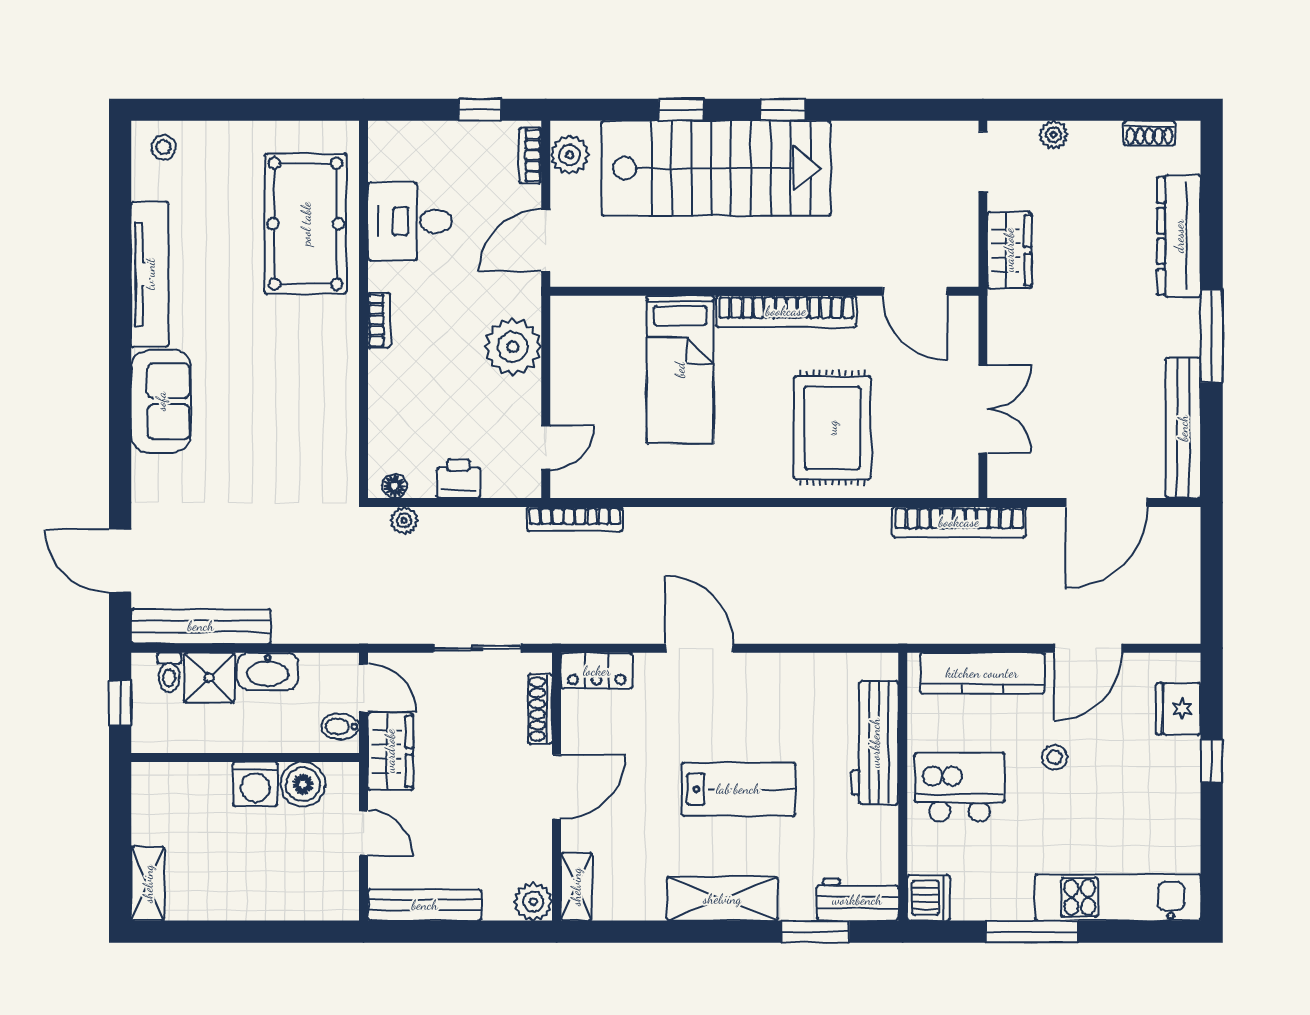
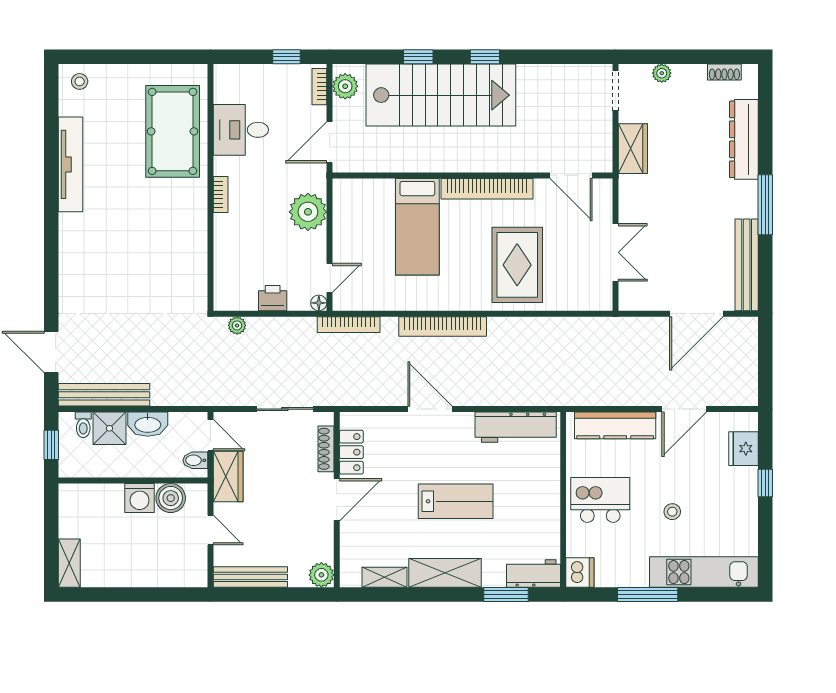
sofa: (161, 401) -> (78, 248), removed
floor lamp: (395, 486) -> (319, 303), moved
bookcase: (959, 522) -> (443, 327), moved
locker: (597, 671) -> (351, 452), moved, turned -90
workbench: (875, 743) -> (516, 427), moved, turned -90
stool: (1054, 757) -> (672, 512), moved
shelving: (576, 887) -> (385, 577), moved, turned 90

